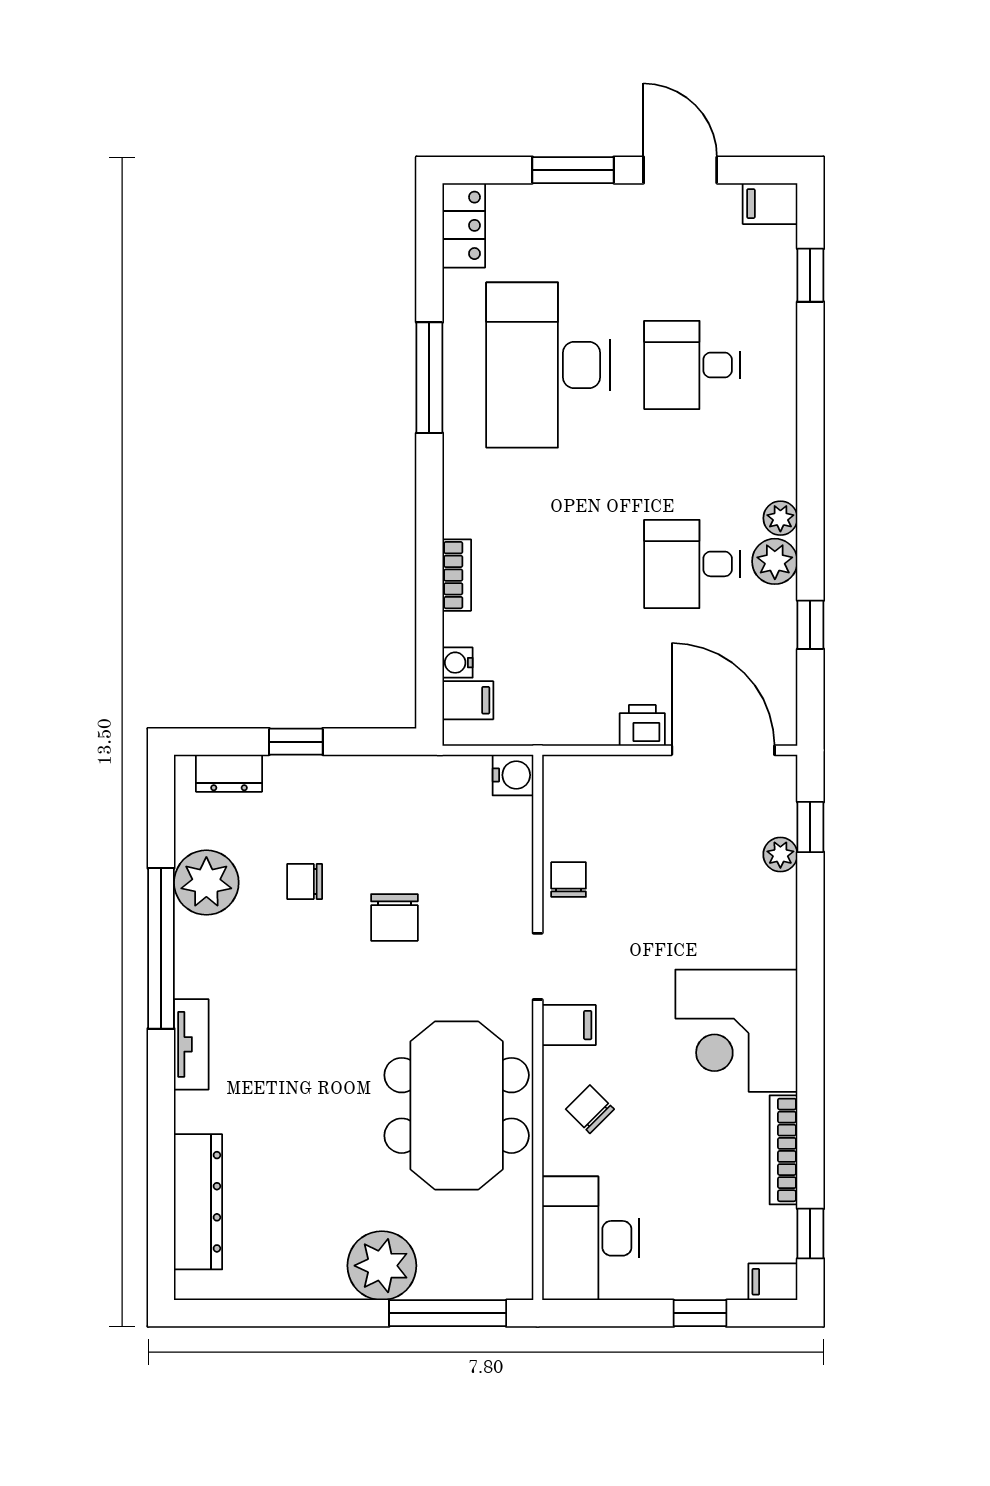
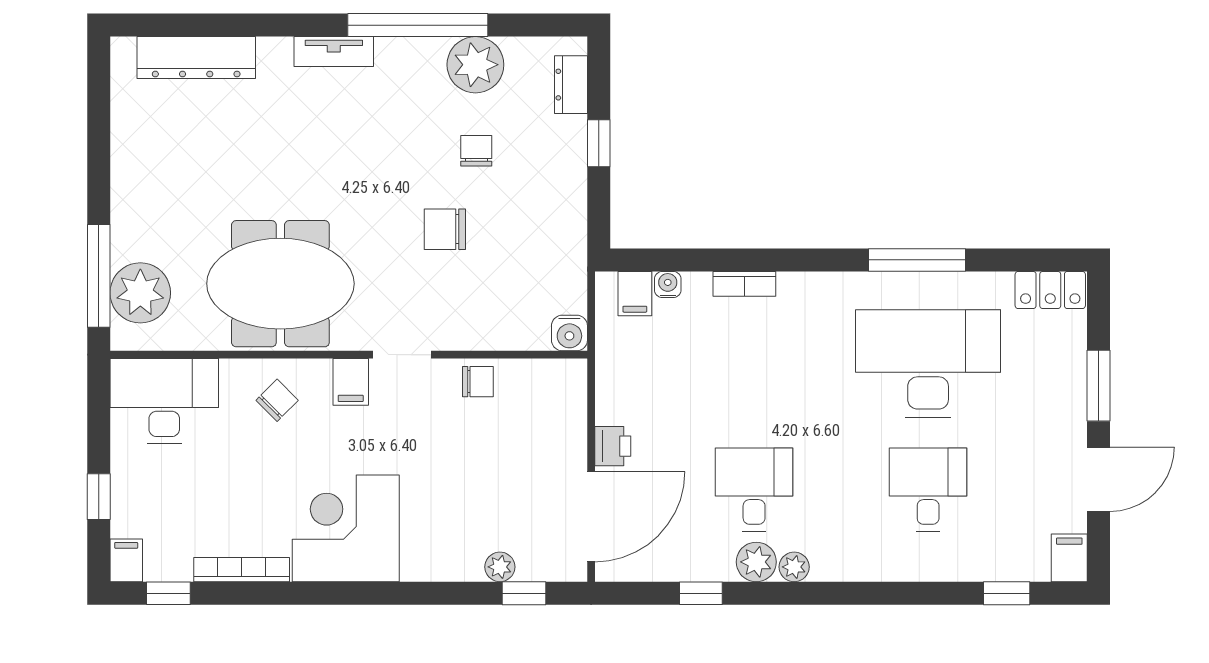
plant: (382, 1266) -> (140, 293), moved

